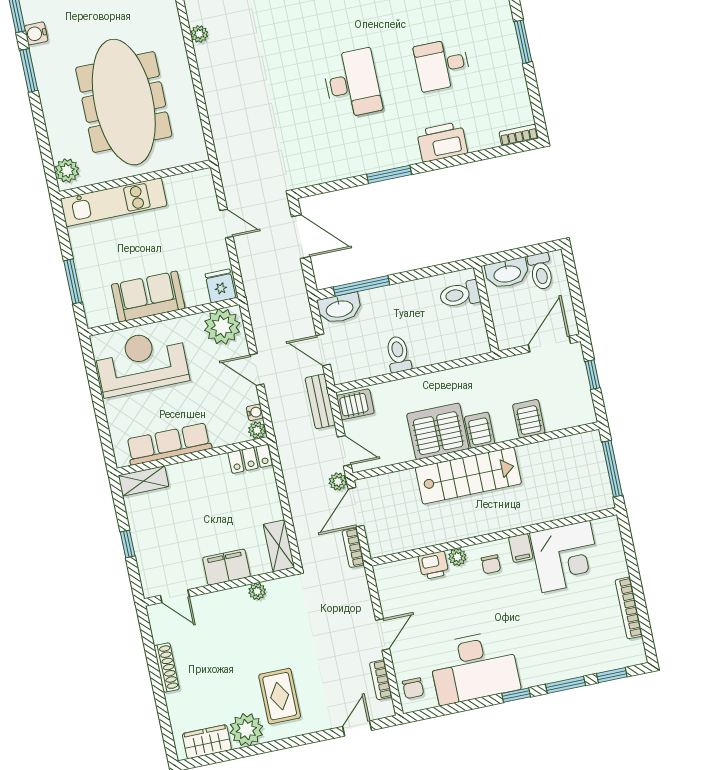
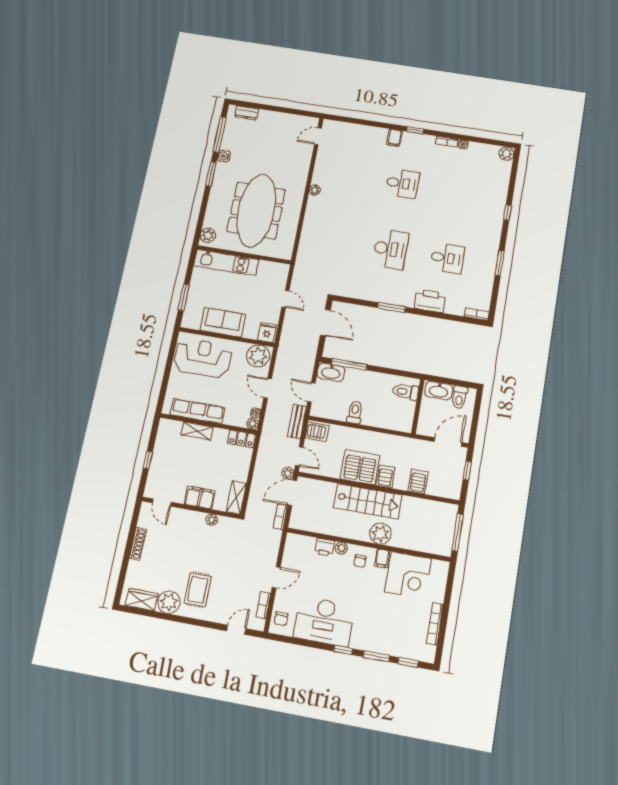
desk: (442, 65) -> (447, 258), turned 180
shelving: (144, 481) -> (197, 431), moved
plant: (505, 514) -> (380, 534), added

